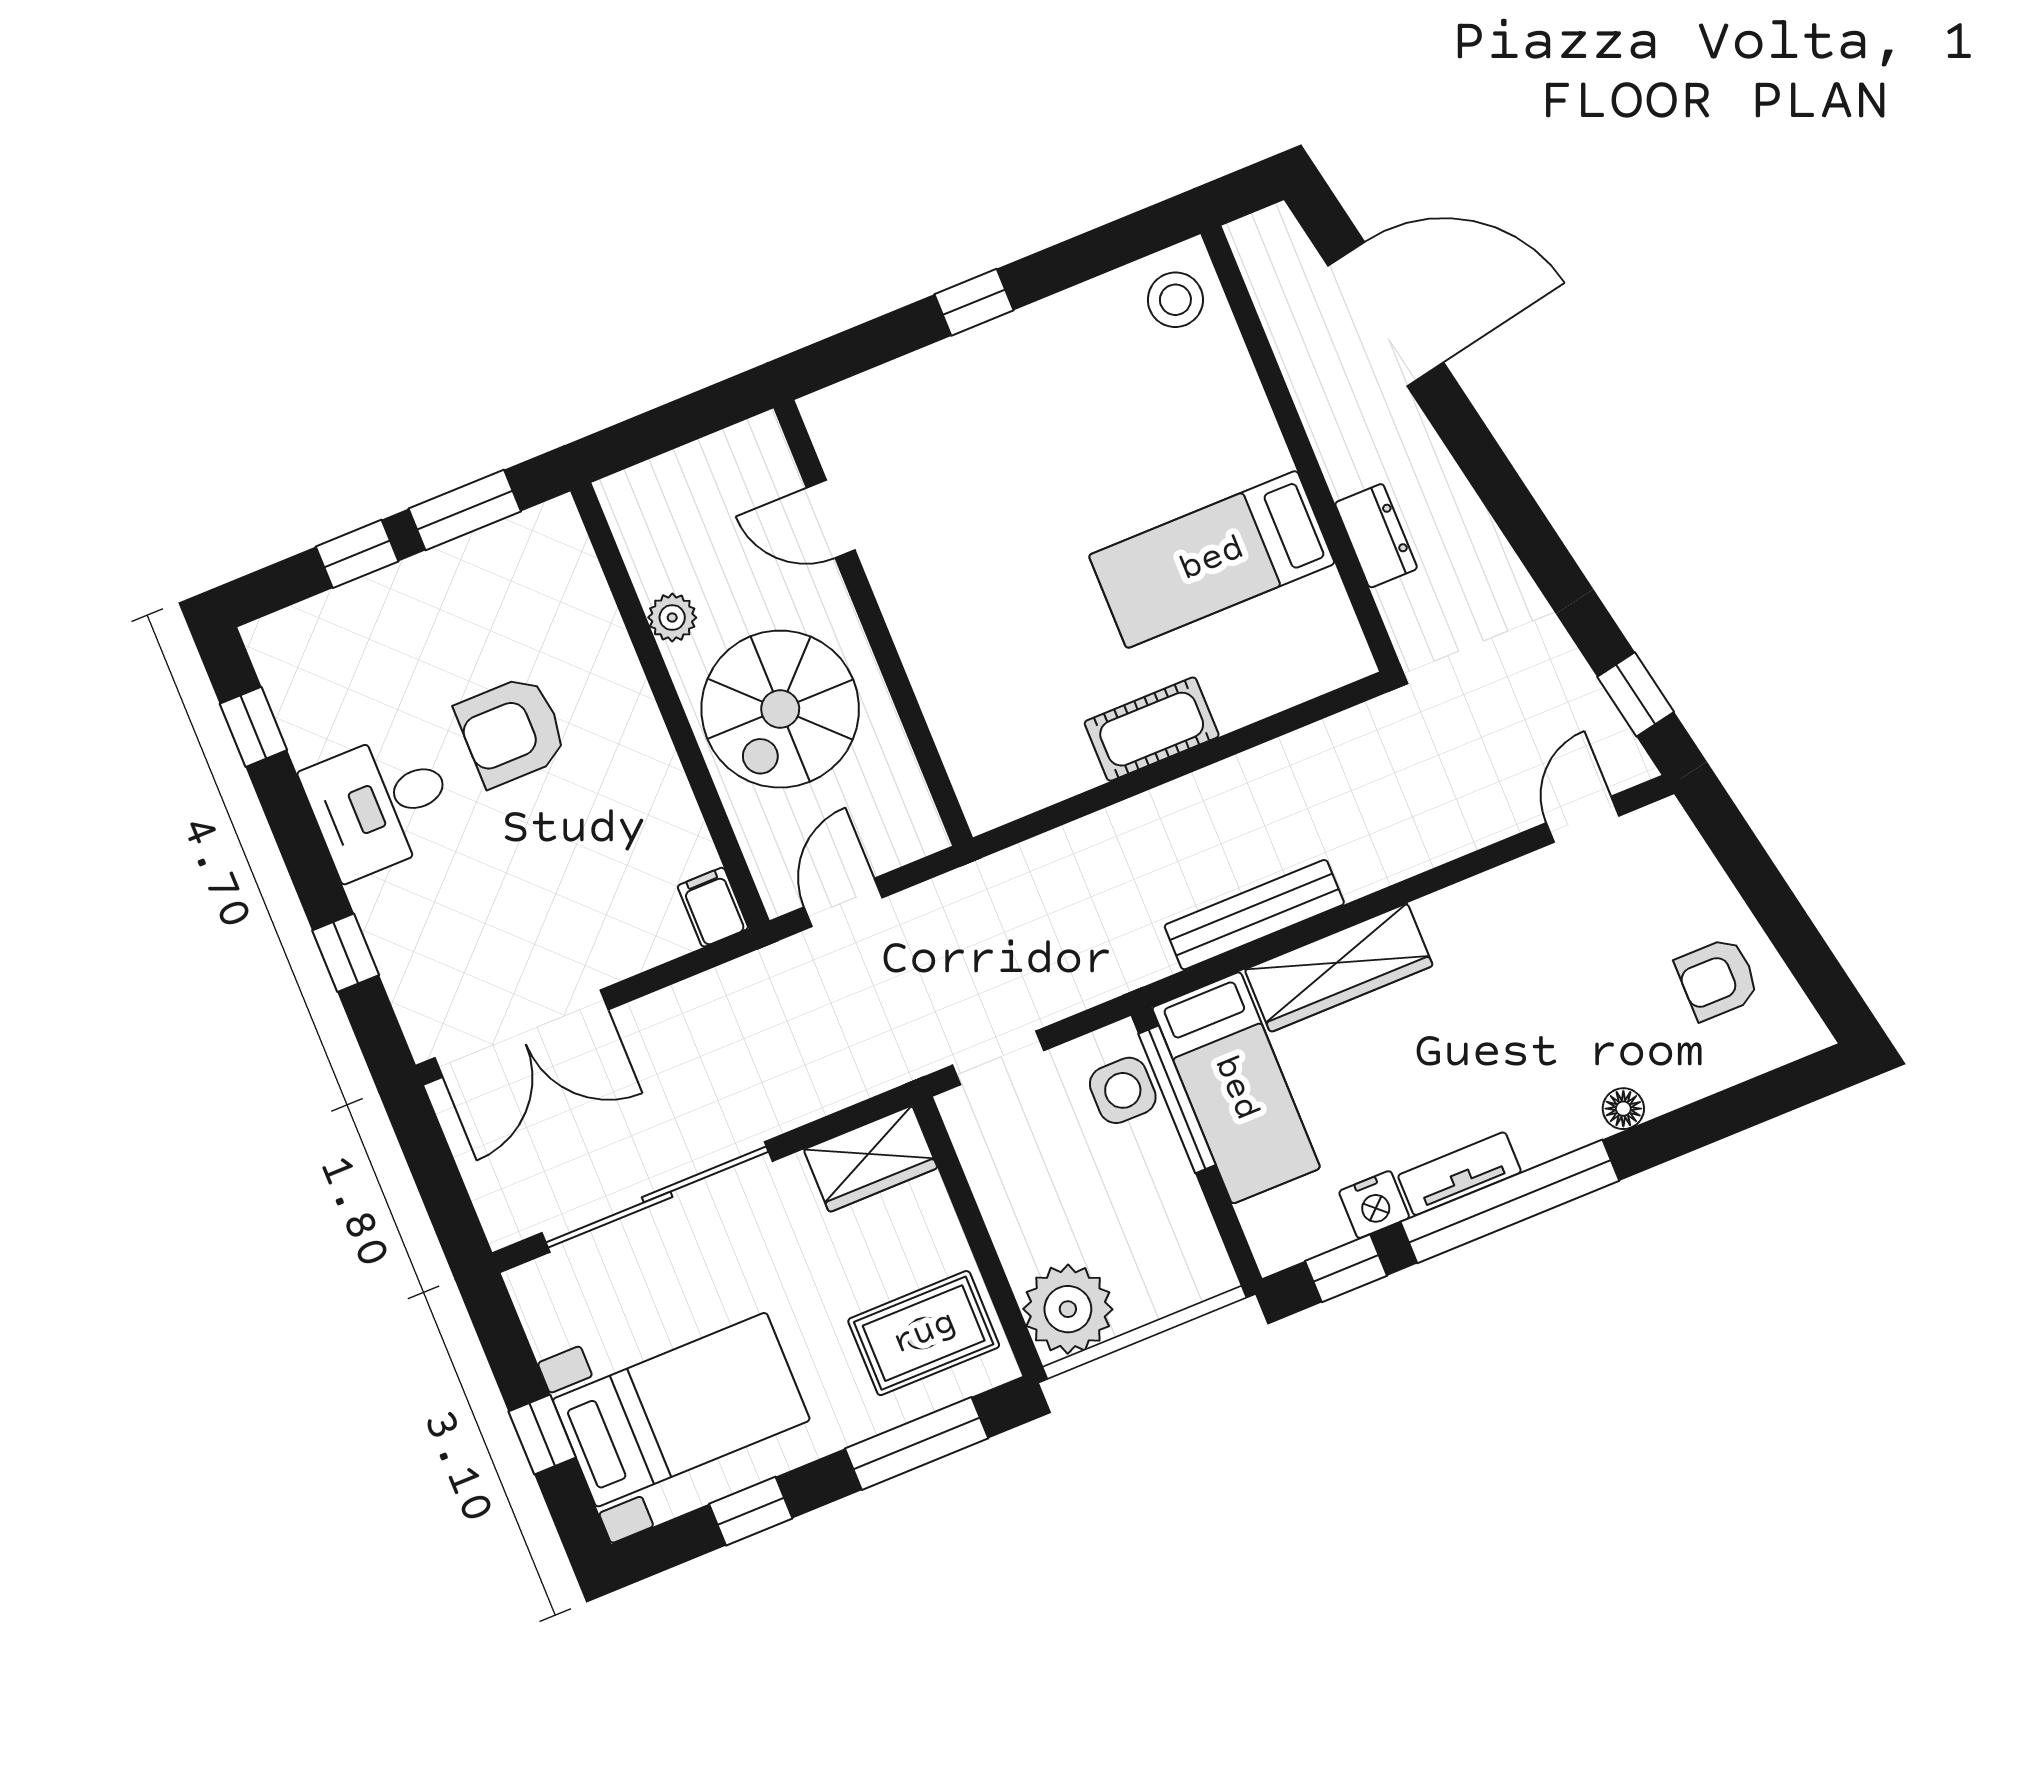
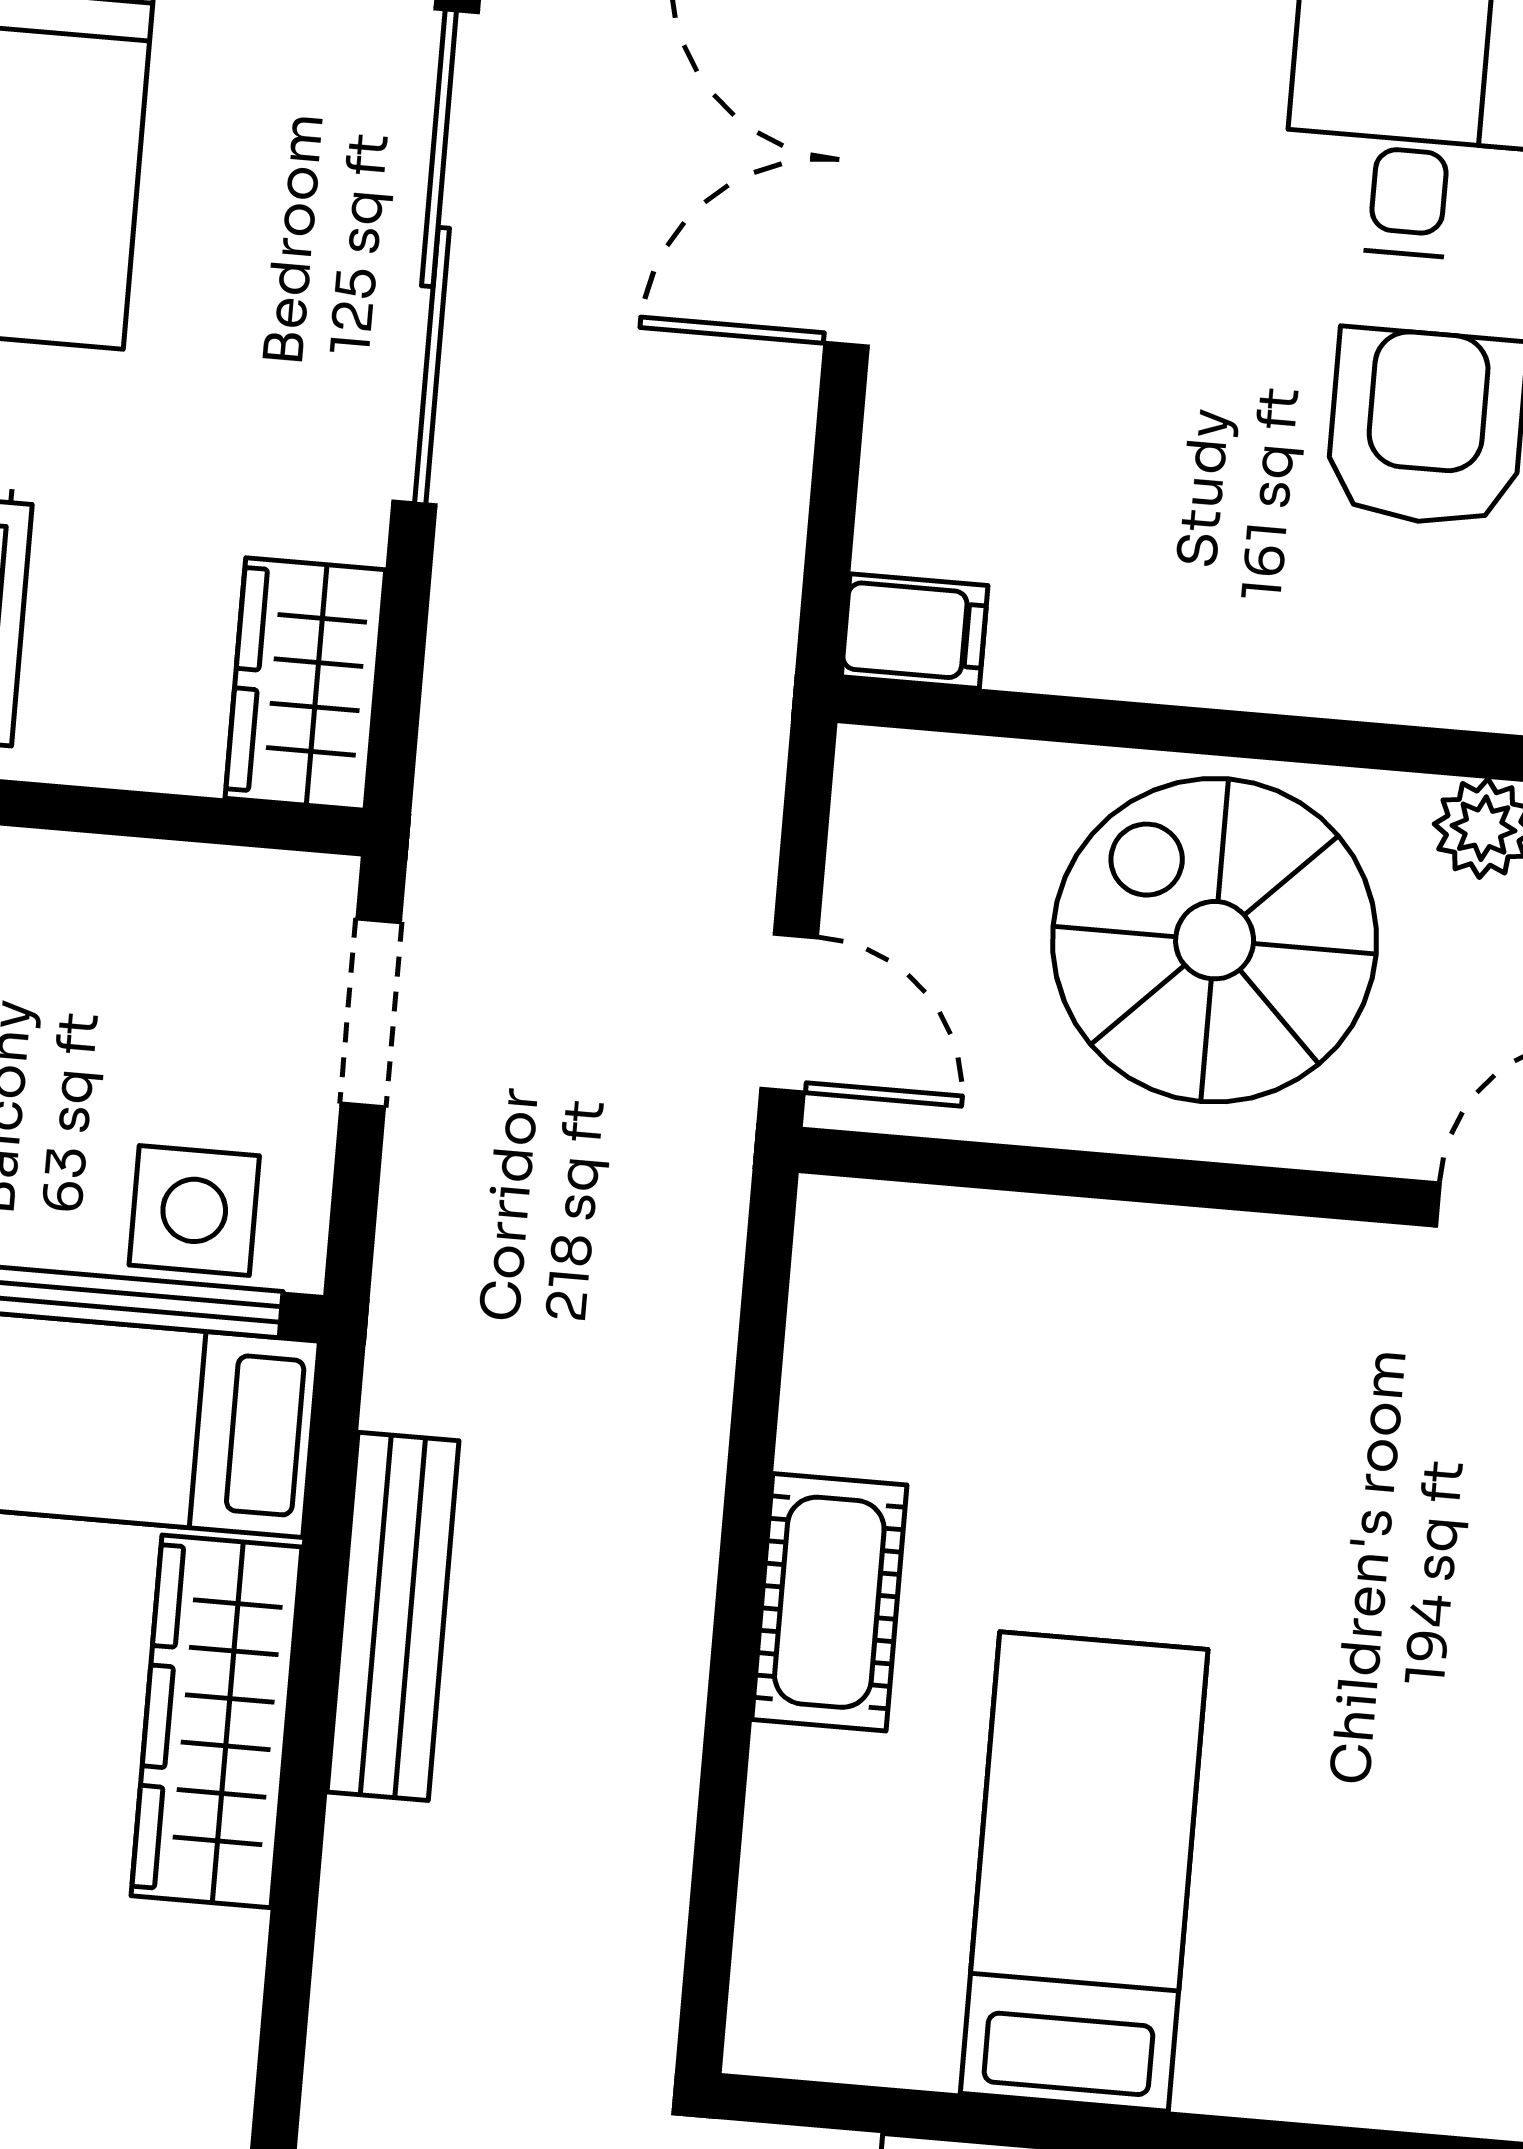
door: (843, 902) -> (789, 1013), moved

